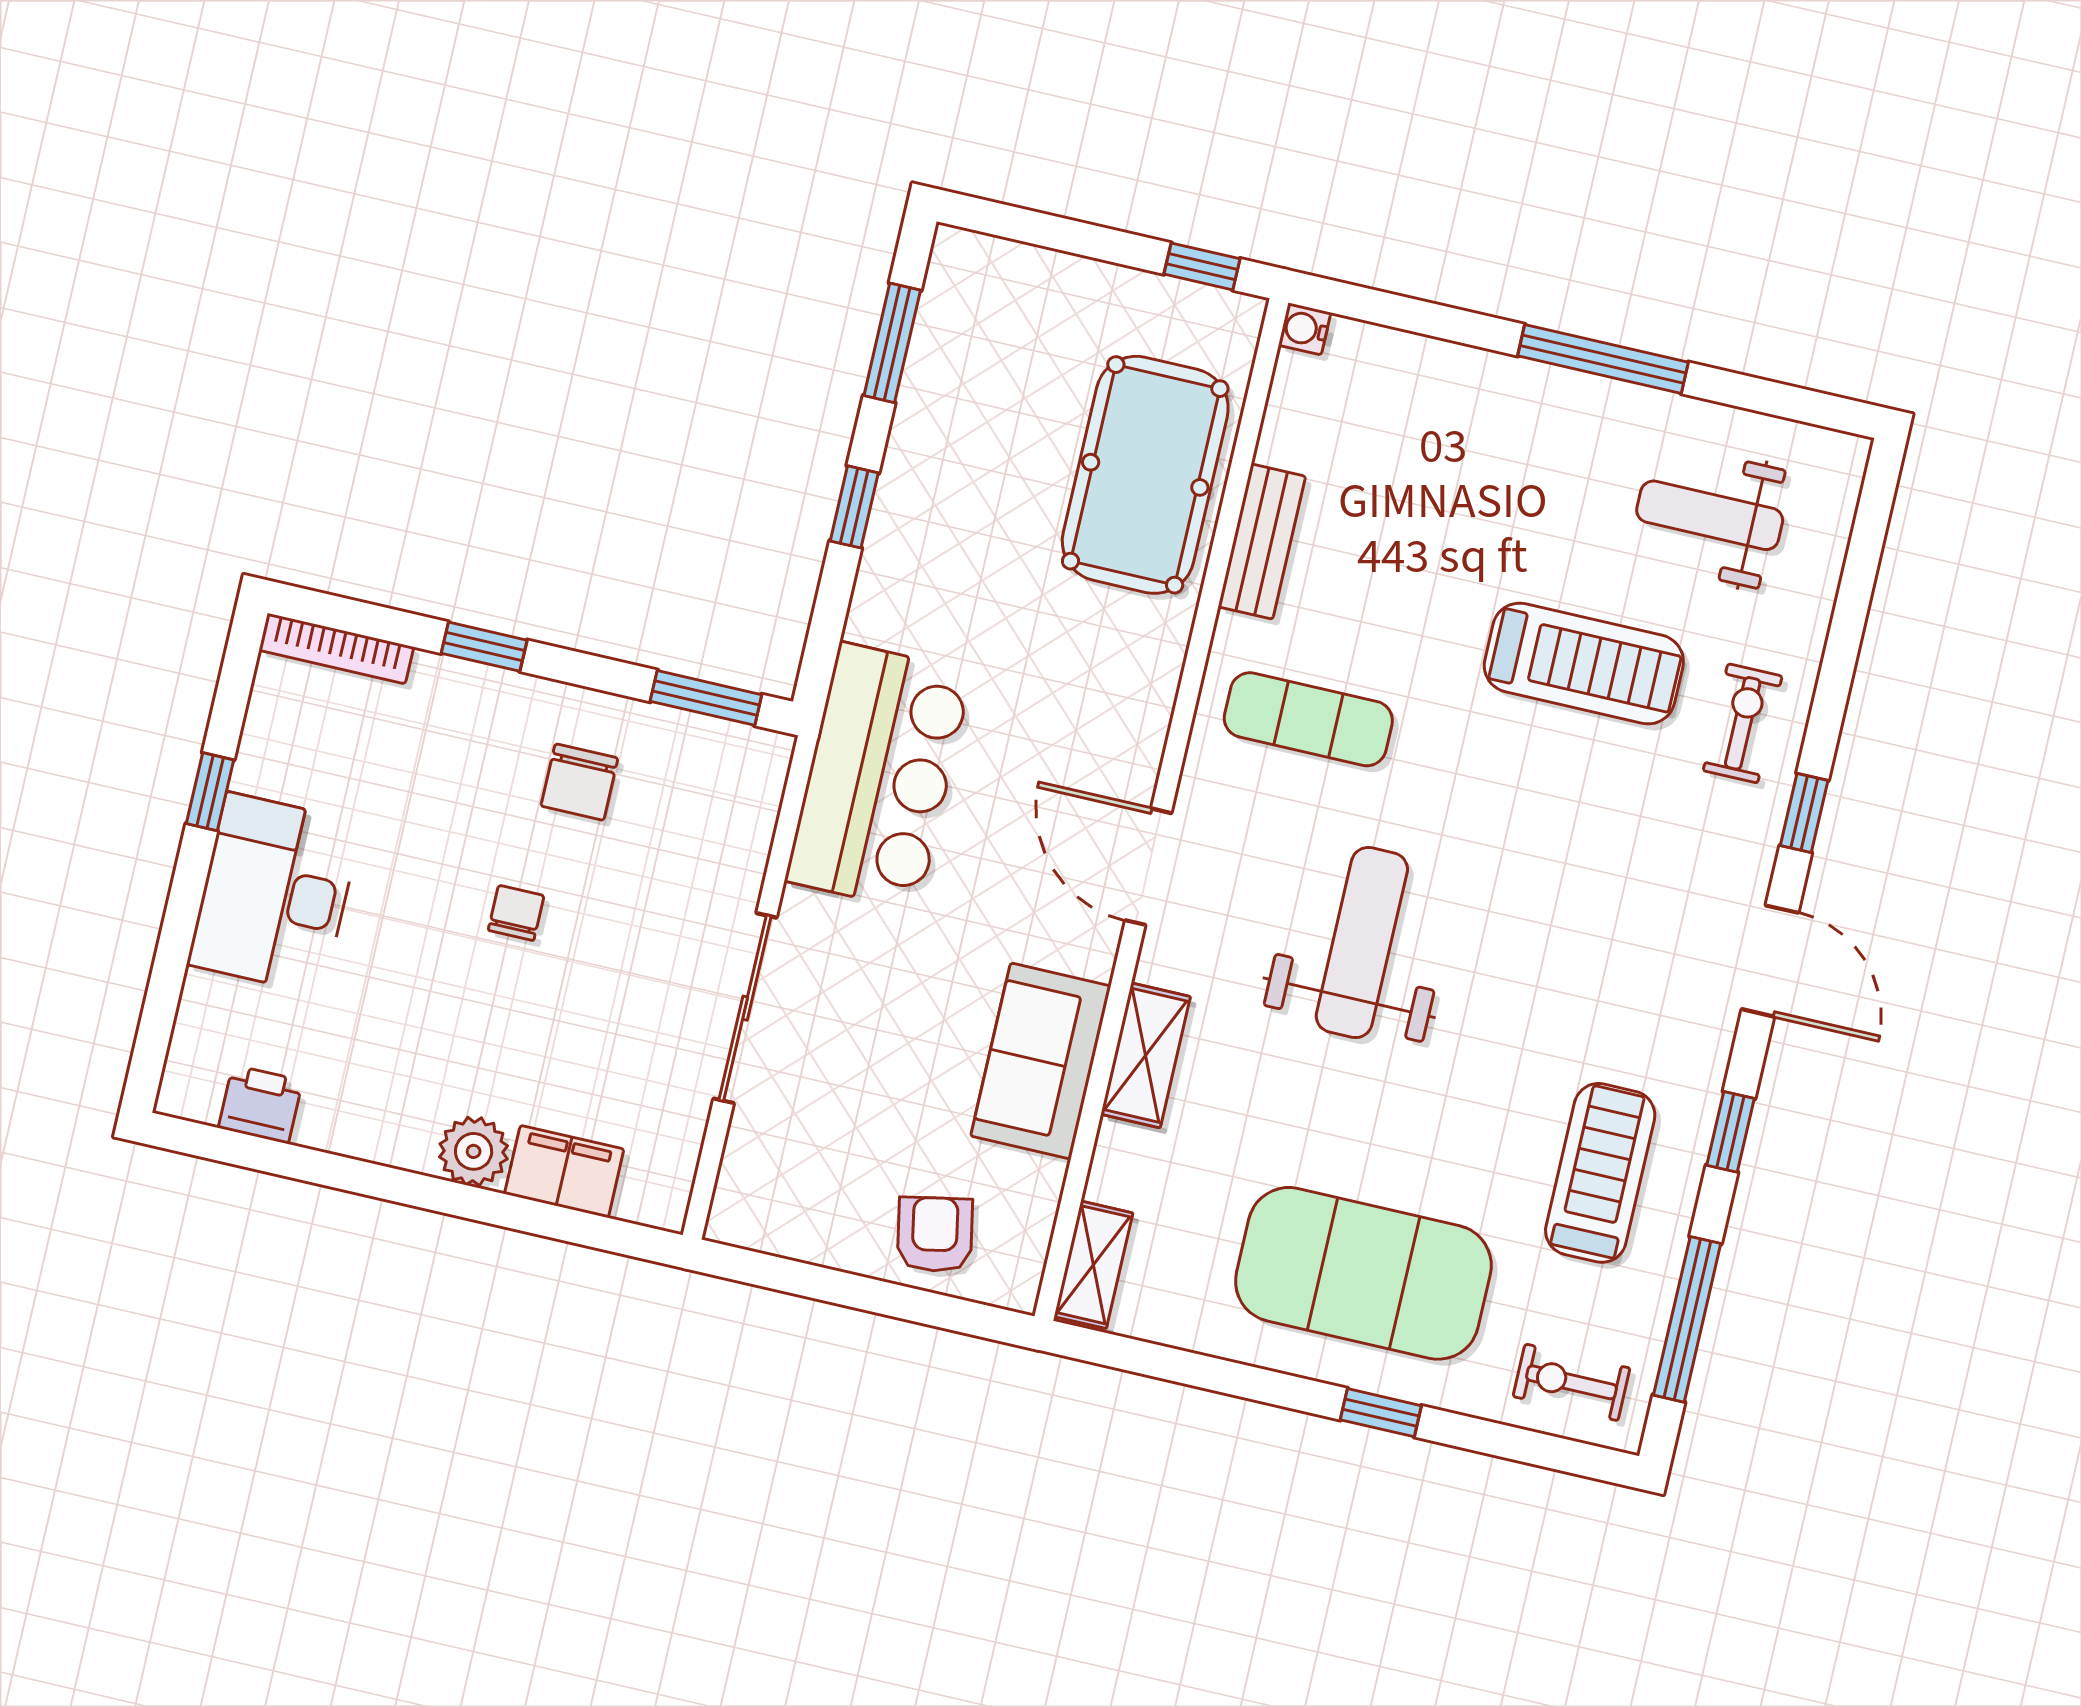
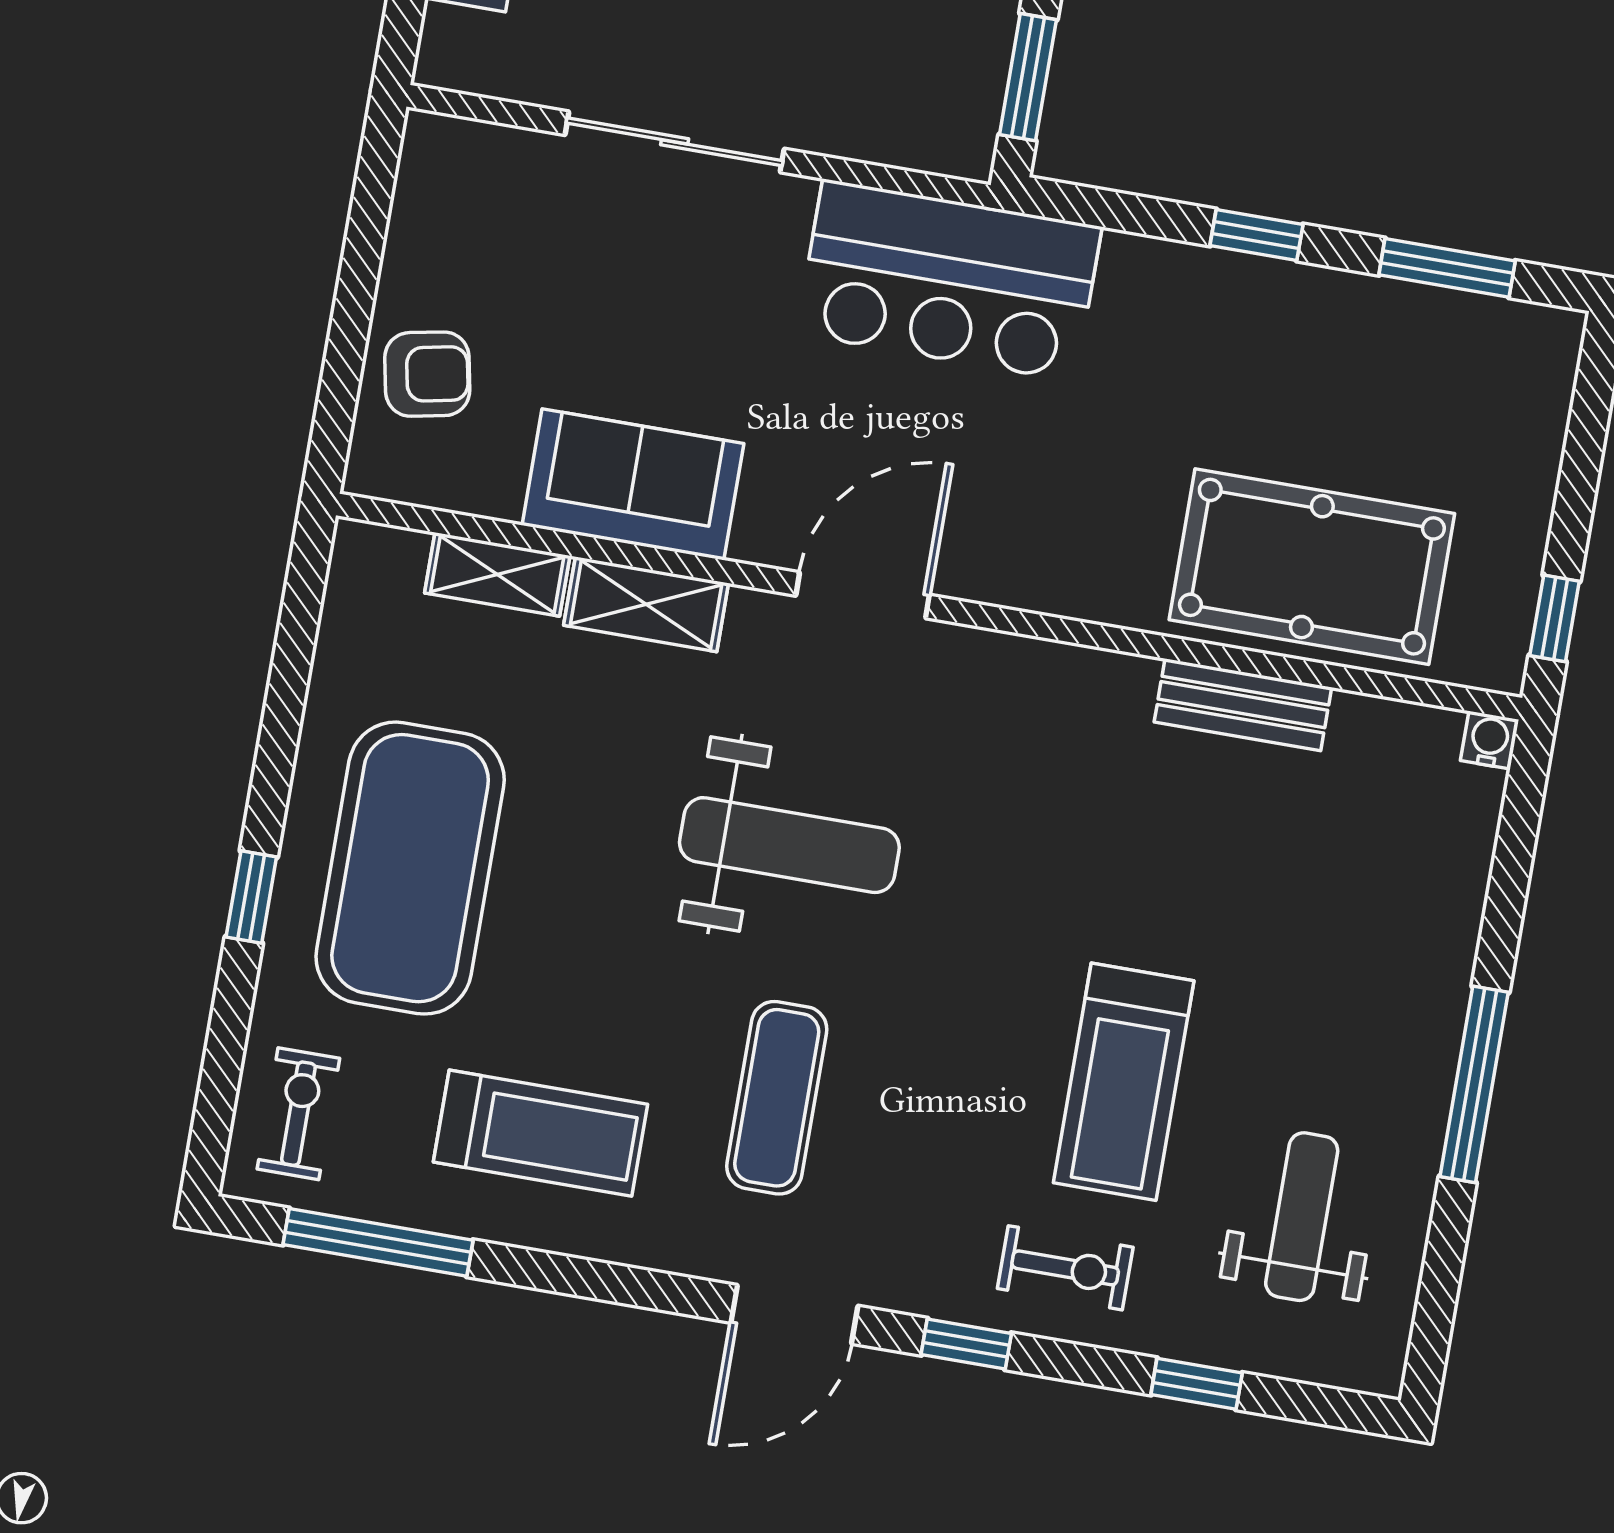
exercise mat: (1308, 719) -> (777, 1098), moved
window: (1730, 1132) -> (1197, 1384), moved
shelving: (1094, 1265) -> (497, 574), moved

